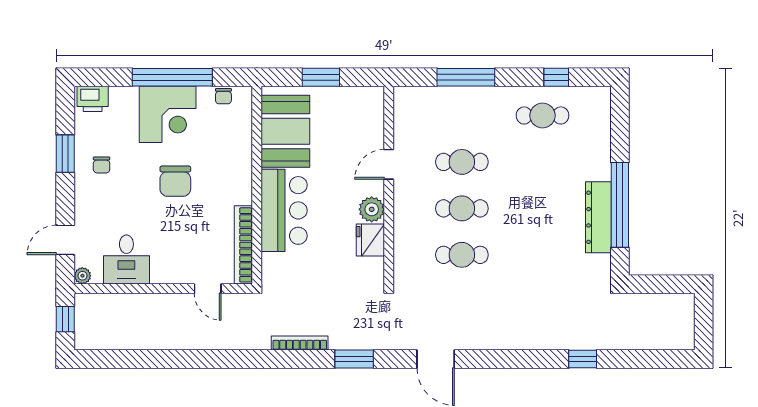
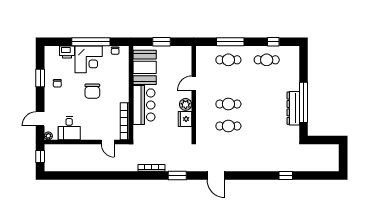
printer: (93, 99) -> (67, 52), moved
cafe table: (462, 162) -> (228, 60), moved

